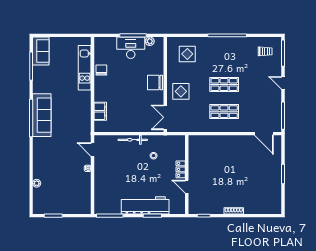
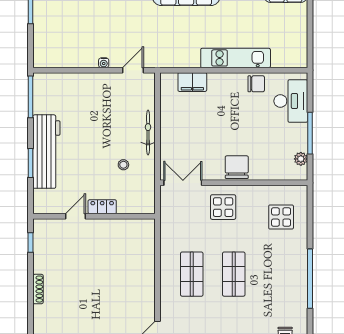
desk: (131, 48) -> (291, 101), moved
kitchen unit: (85, 68) -> (236, 58), moved

